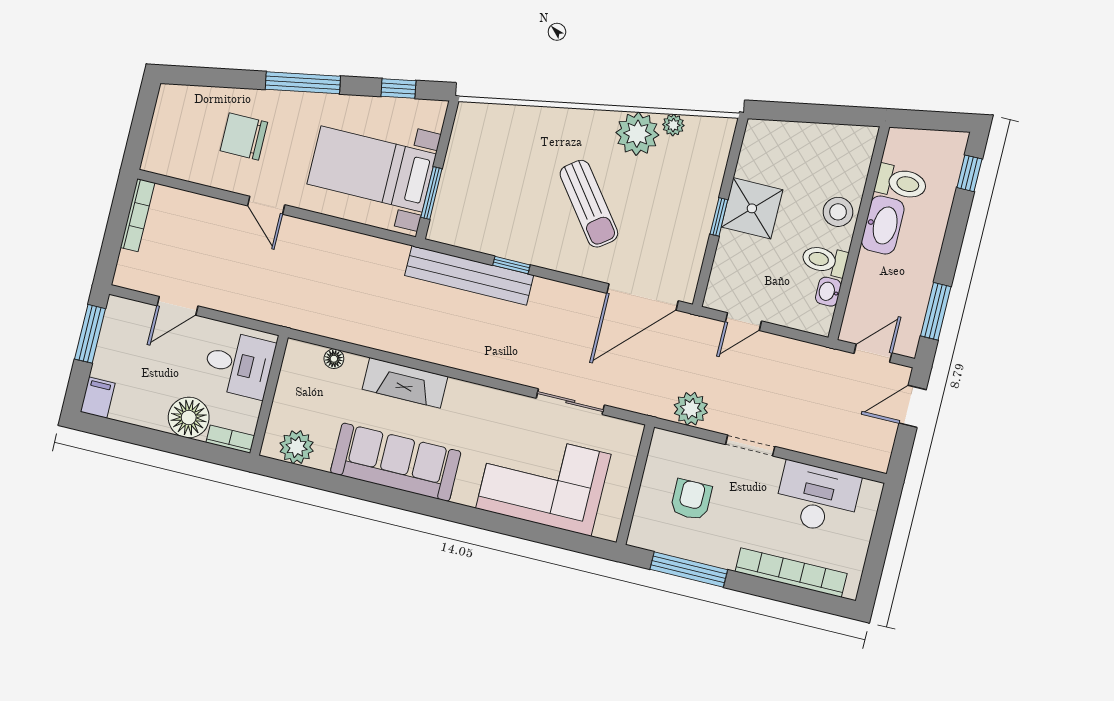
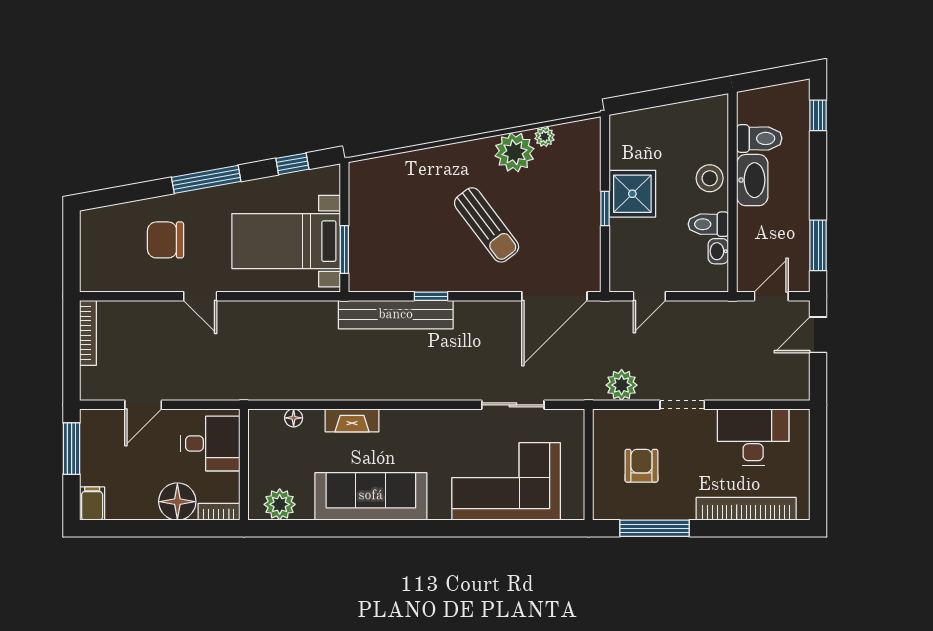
fireplace: (405, 383) -> (352, 420), width x0.73, depth x0.76

